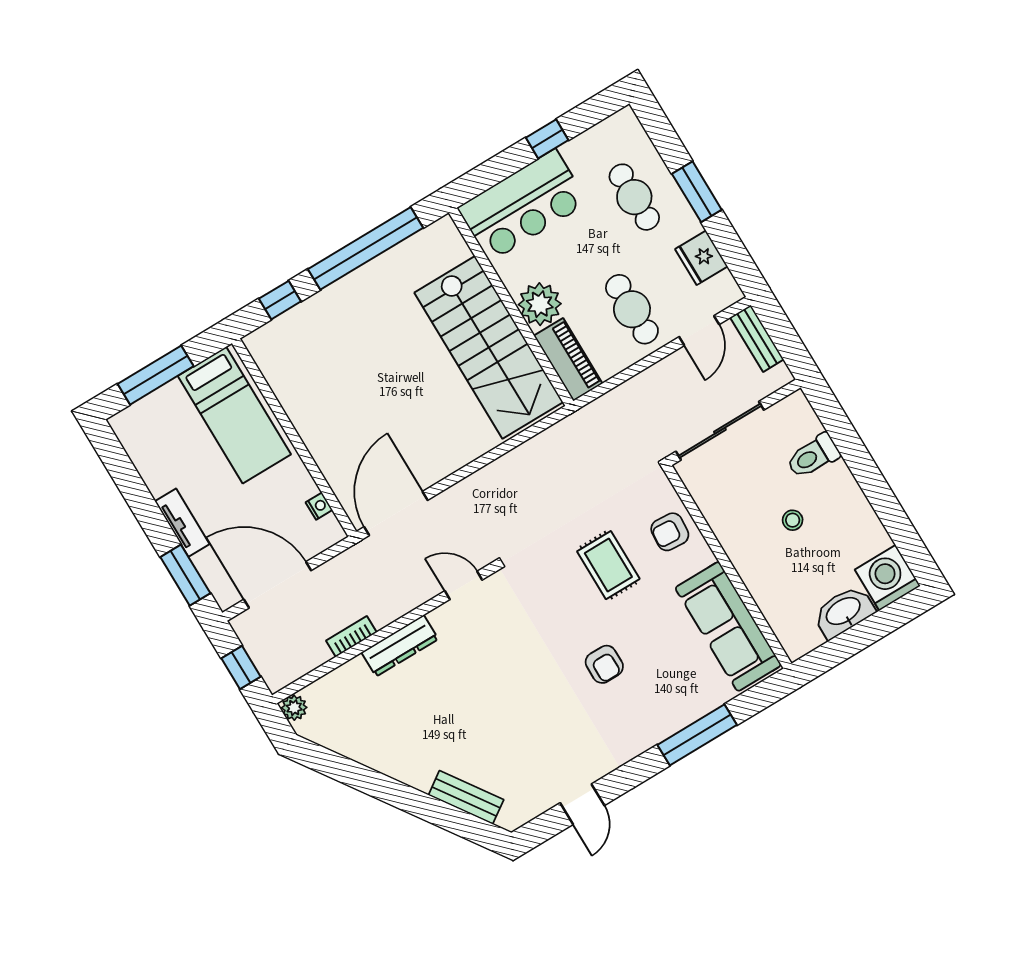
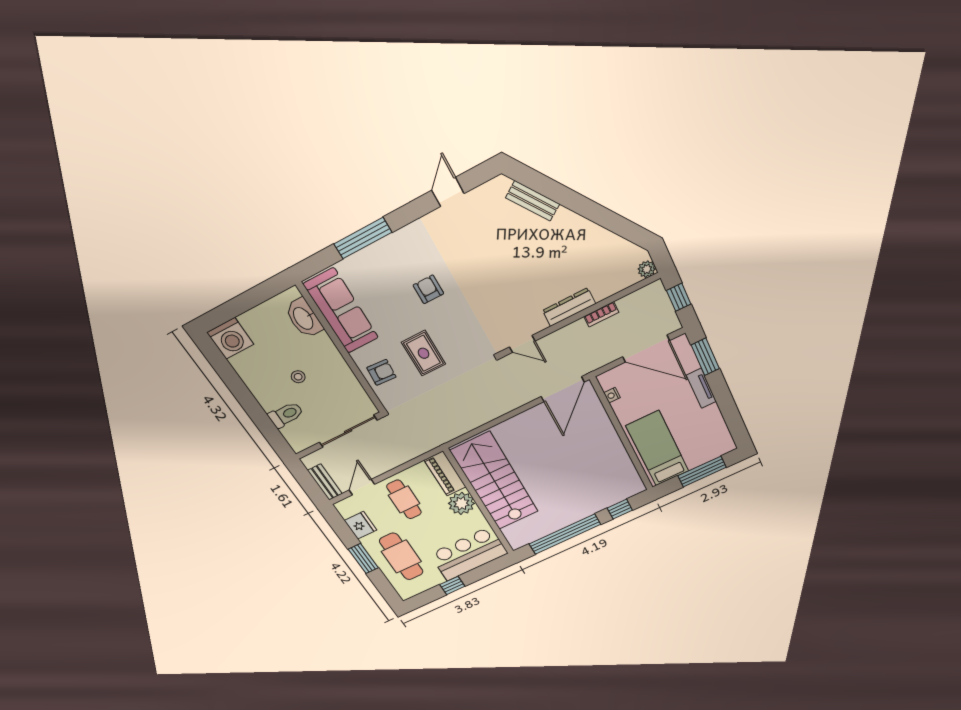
cafe table: (634, 197) -> (401, 557), width x1.37, depth x1.35
washbasin: (844, 612) -> (304, 318), moved, turned 90

